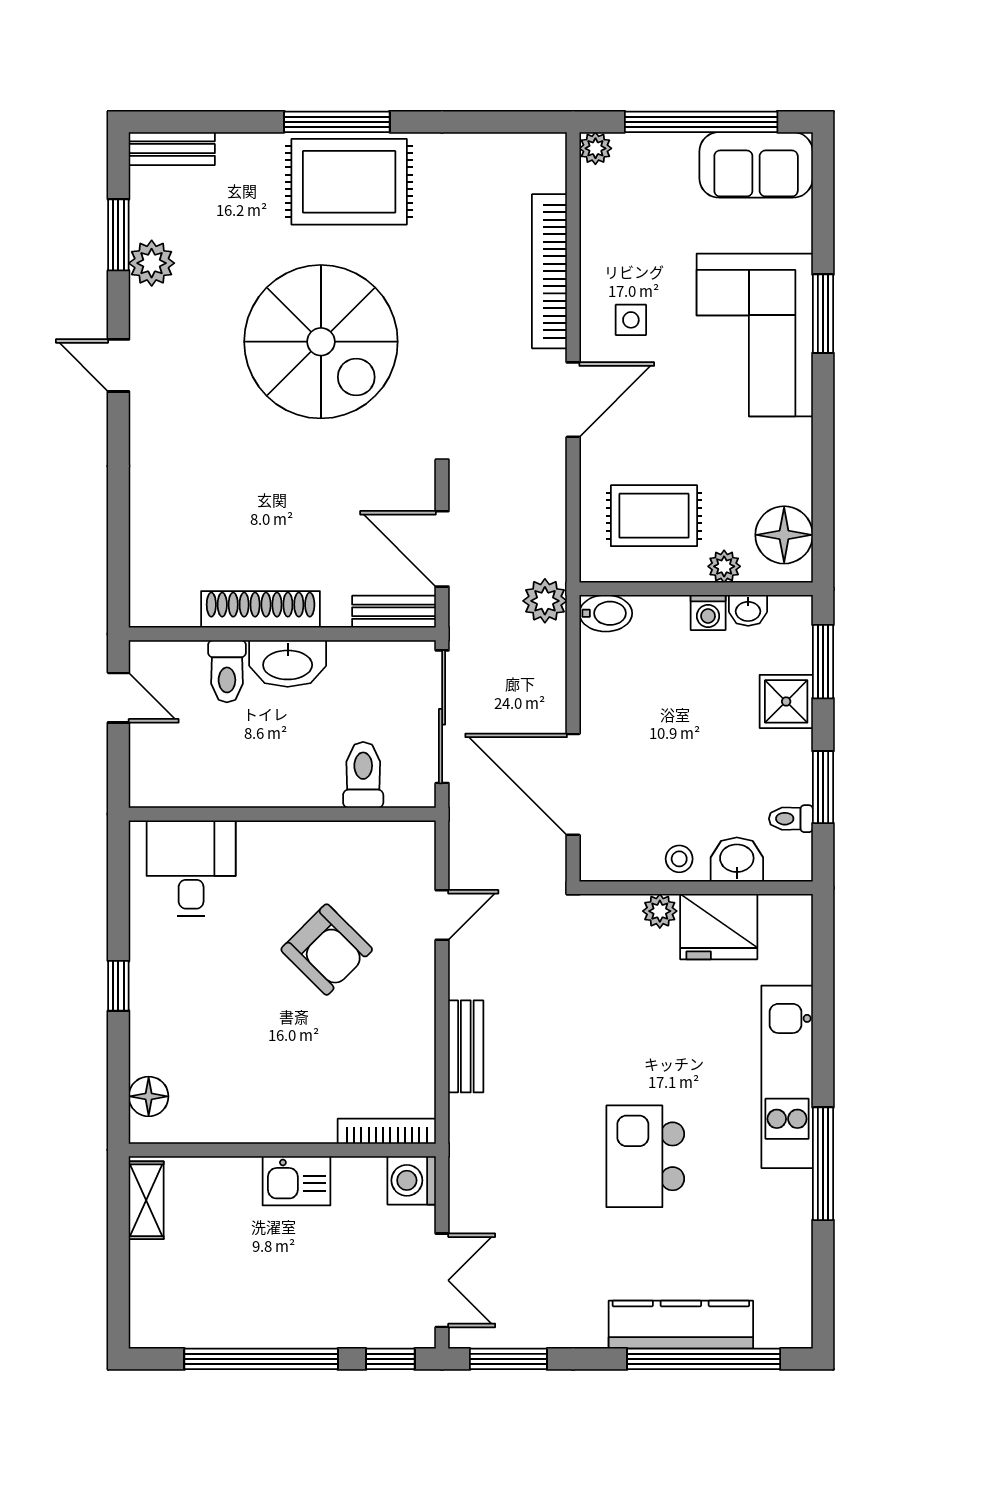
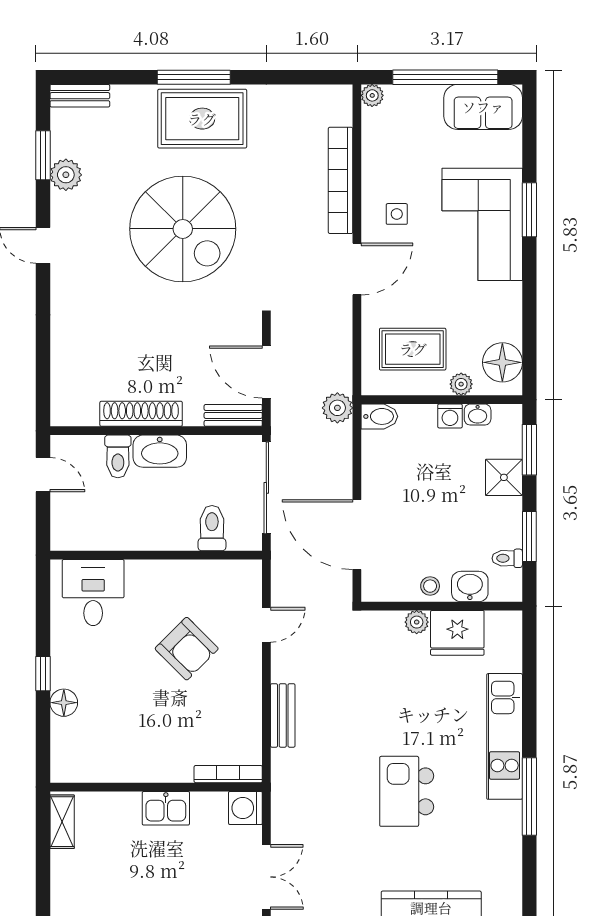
floor lamp: (149, 1096) -> (64, 703), moved

